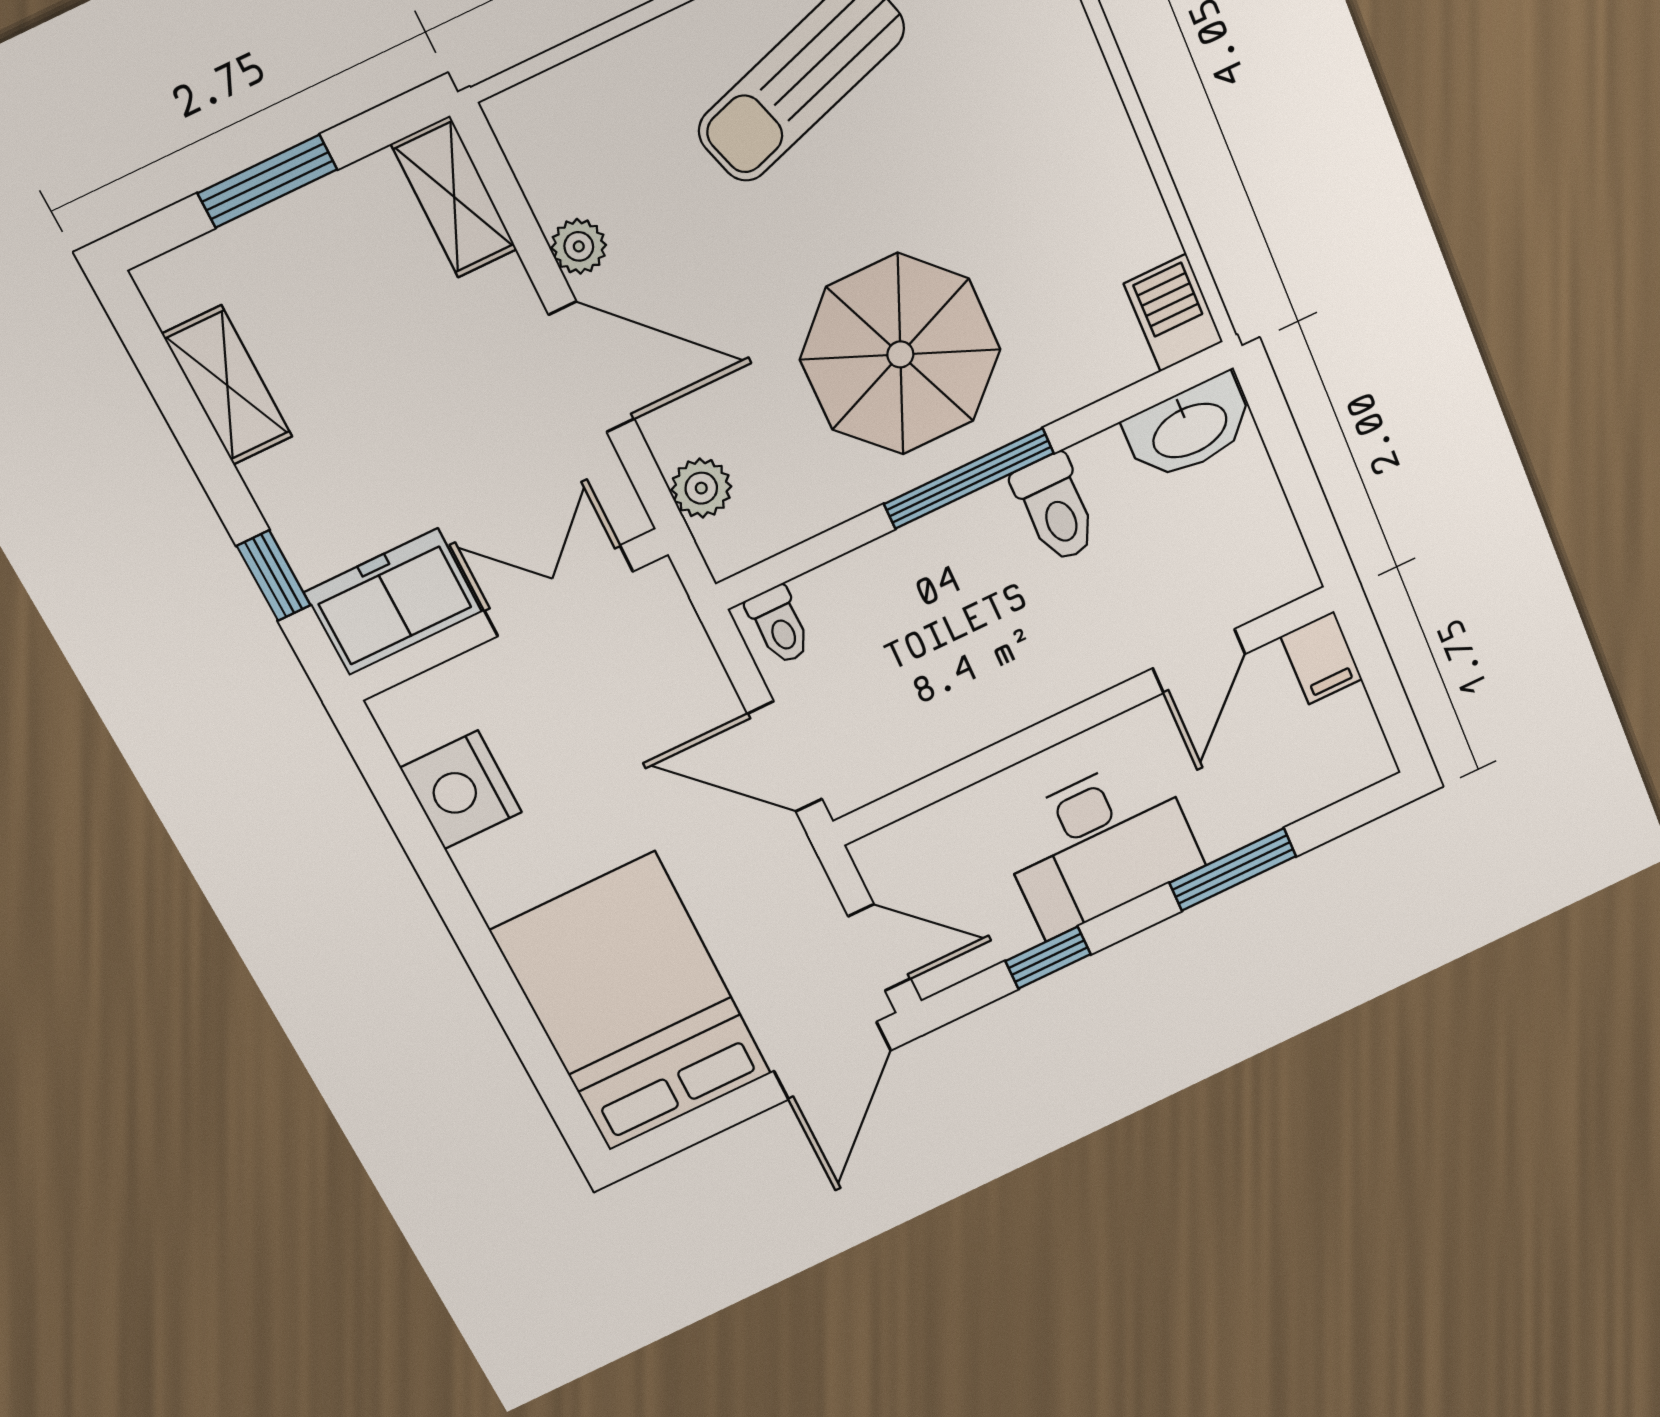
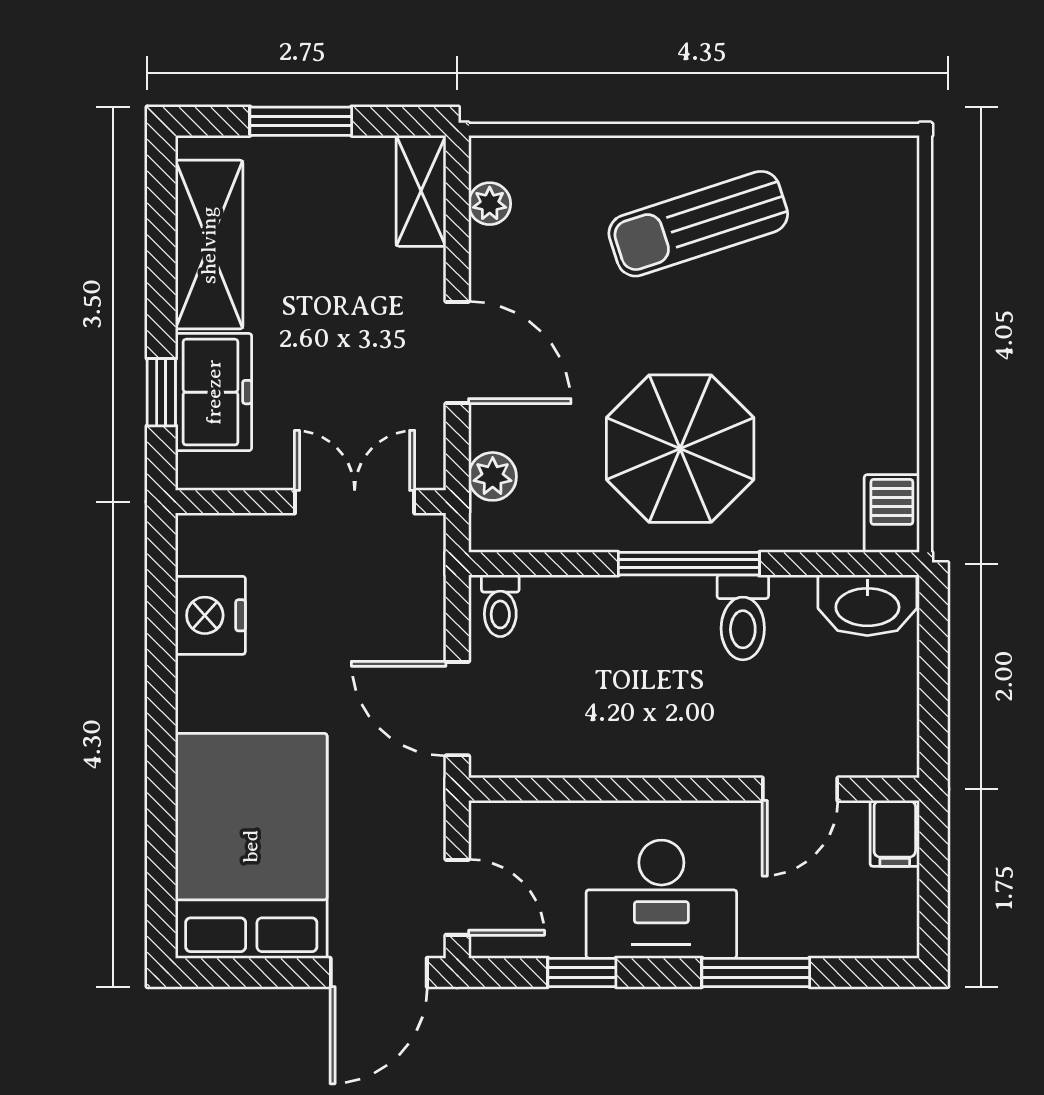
plant: (579, 246) -> (490, 204), moved
shelving: (227, 385) -> (209, 245), width x1.50, depth x1.33
freezer: (393, 602) -> (214, 392), moved, turned 90

